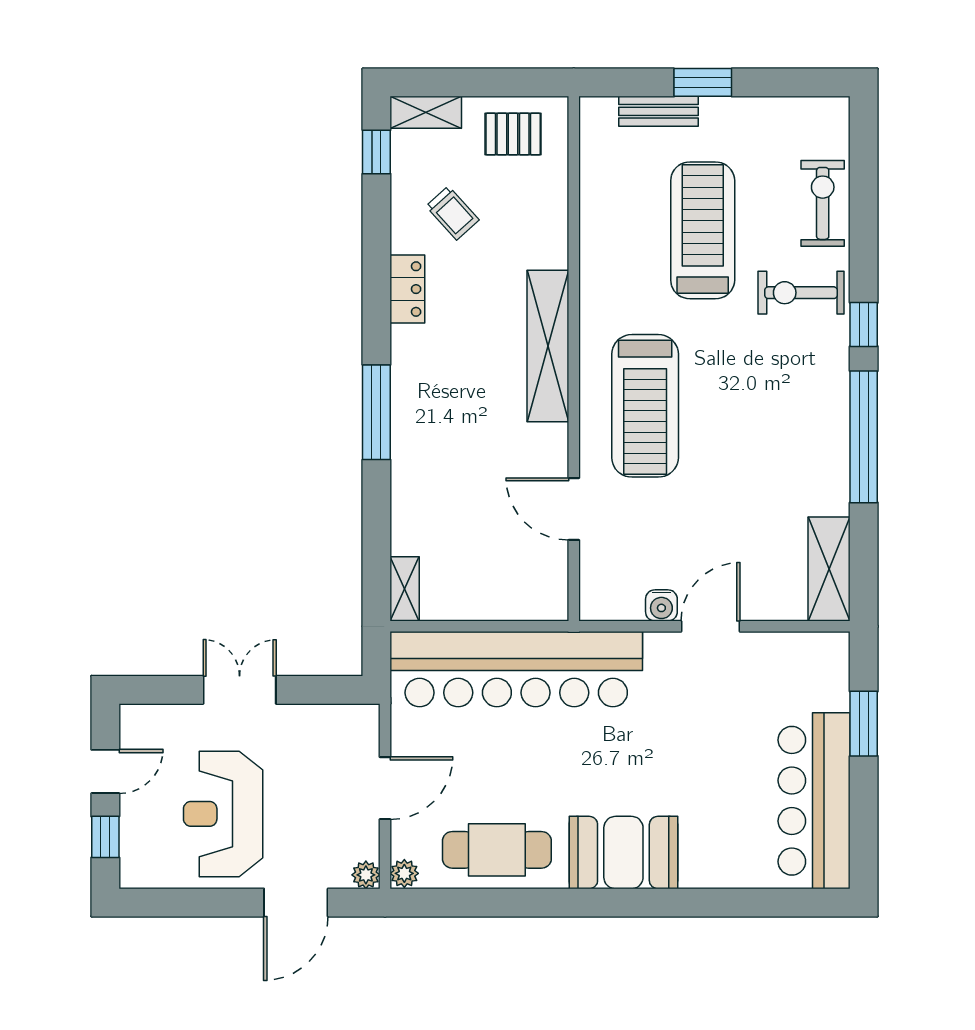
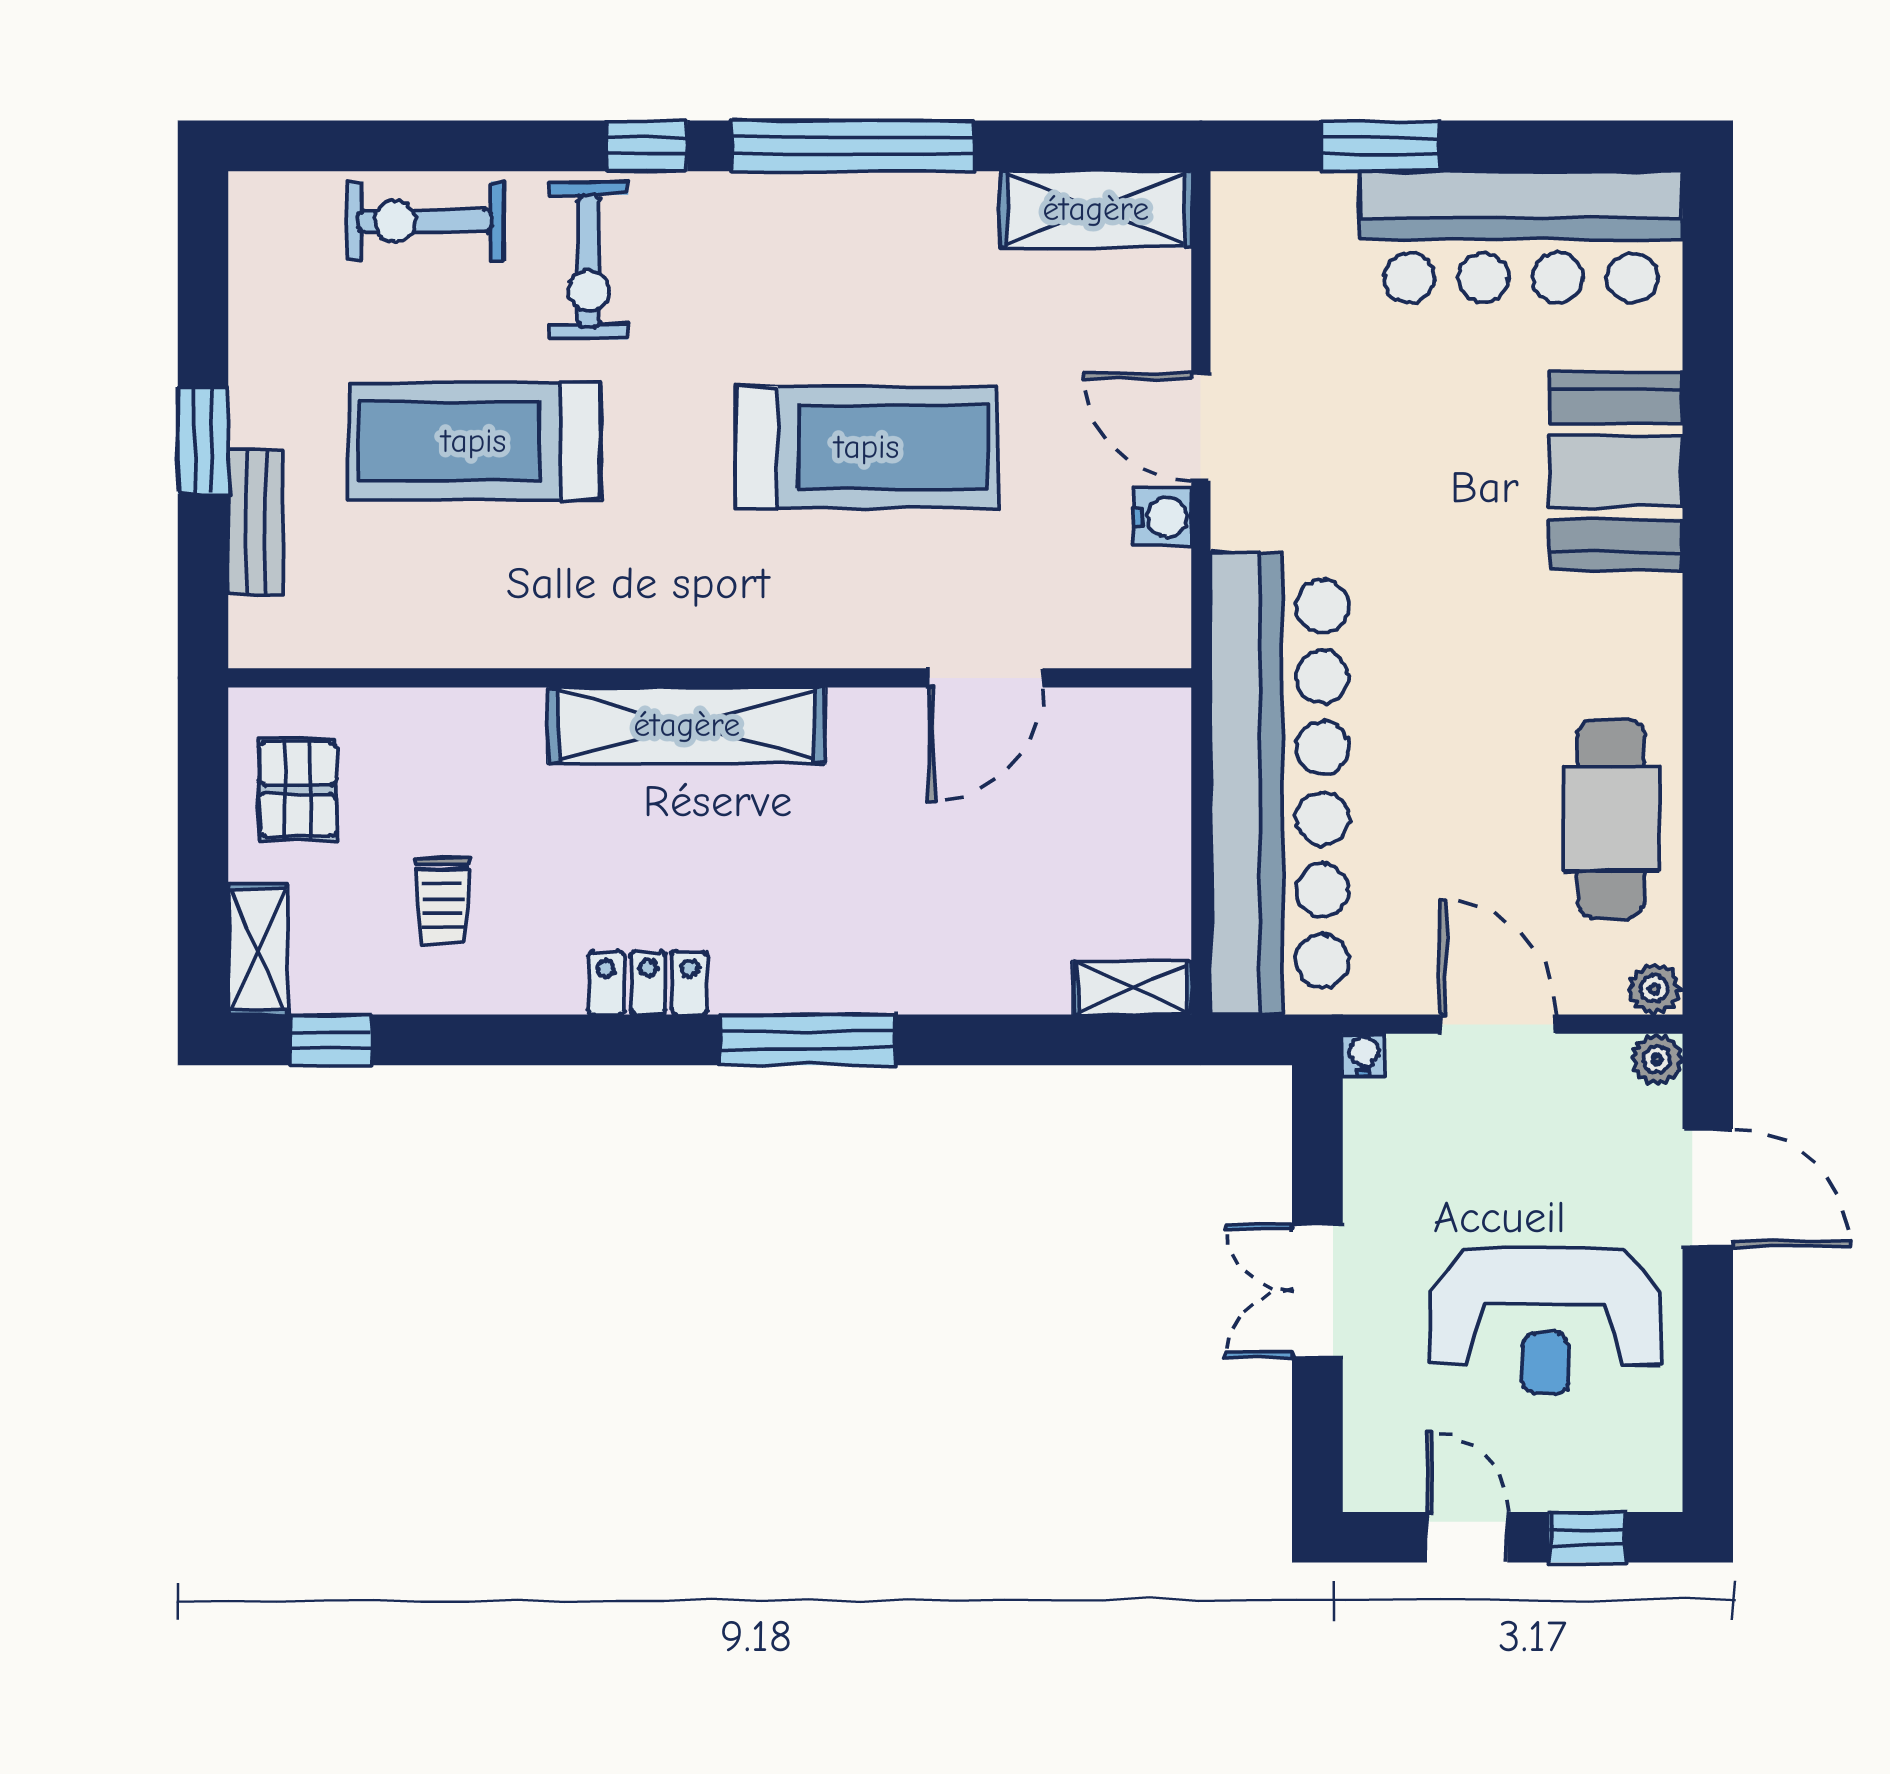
trolley: (453, 213) -> (443, 900), turned 132
locker: (407, 289) -> (648, 983), moved
treadmill: (645, 406) -> (867, 447), moved
water cooler: (368, 715) -> (1364, 1055), added
booth: (623, 853) -> (1616, 471), moved

